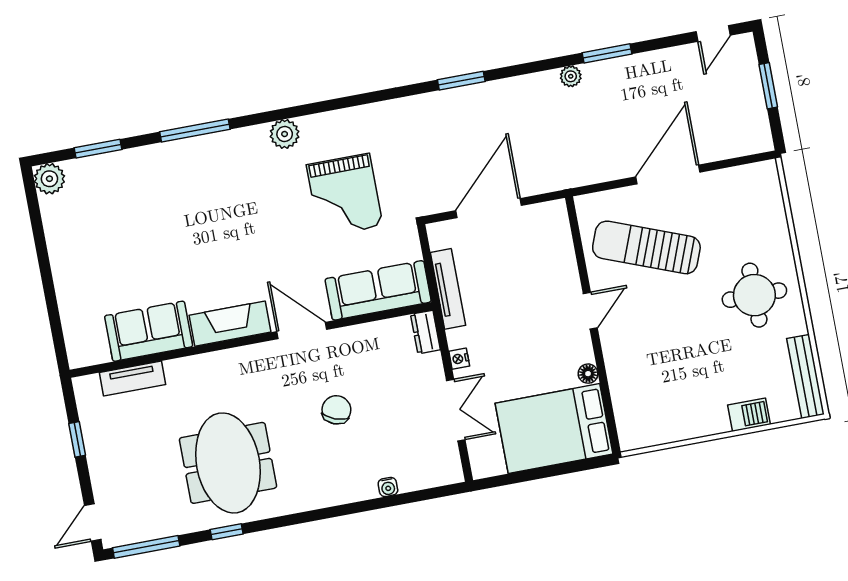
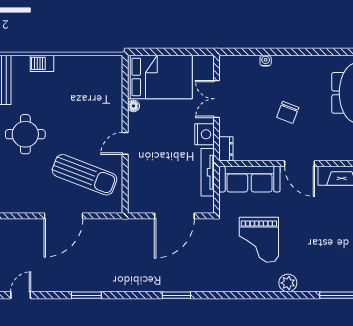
plant: (571, 76) -> (111, 285), removed
grand piano: (345, 195) -> (259, 240), turned 180
nightstand: (459, 359) -> (204, 134), width x1.89, depth x1.79

